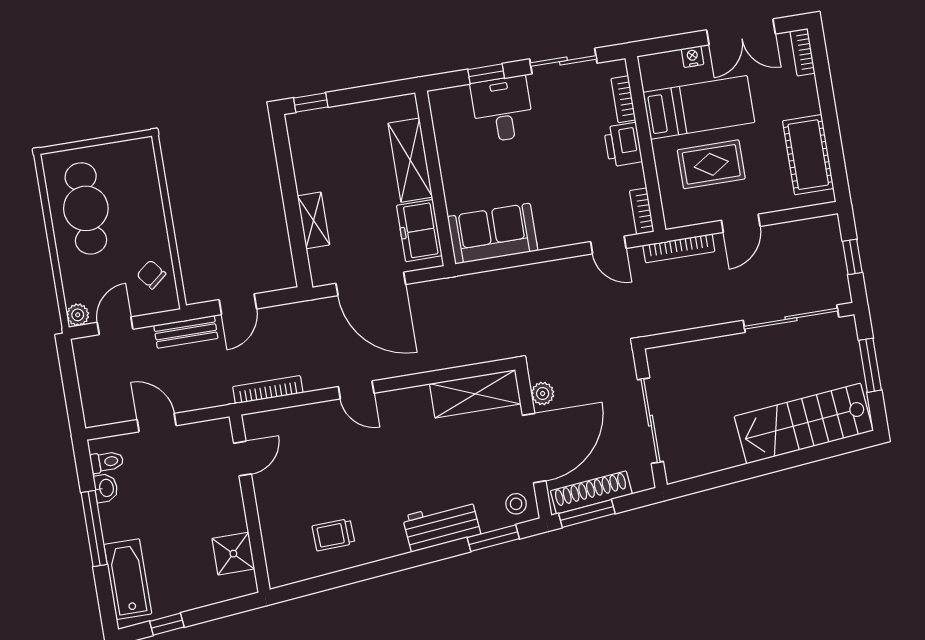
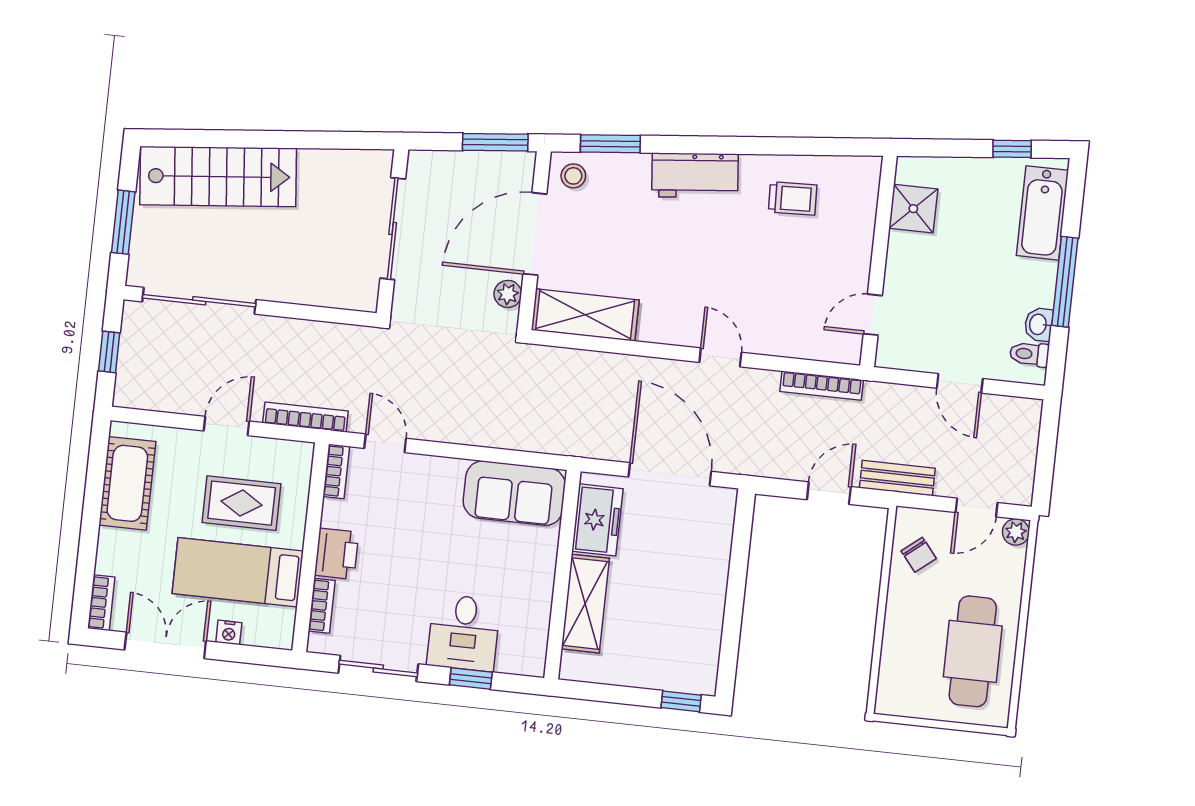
shelving: (313, 220) -> (715, 565), removed
shoe rack: (591, 492) -> (483, 165), removed
workbench: (442, 525) -> (695, 175), moved

